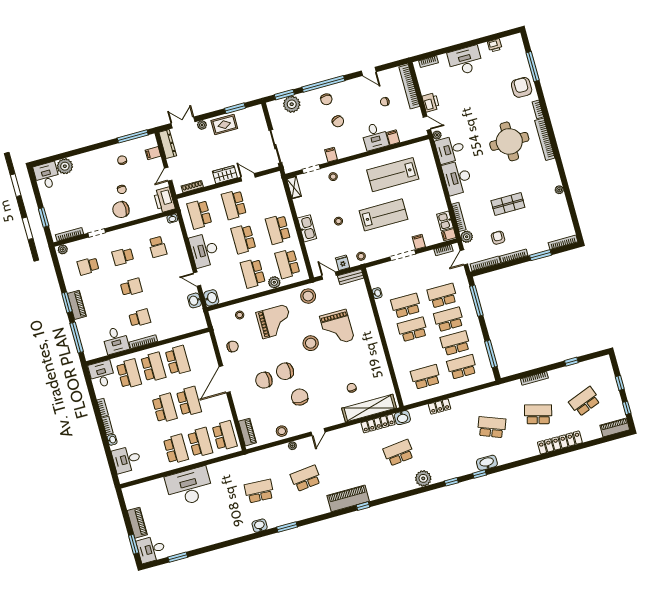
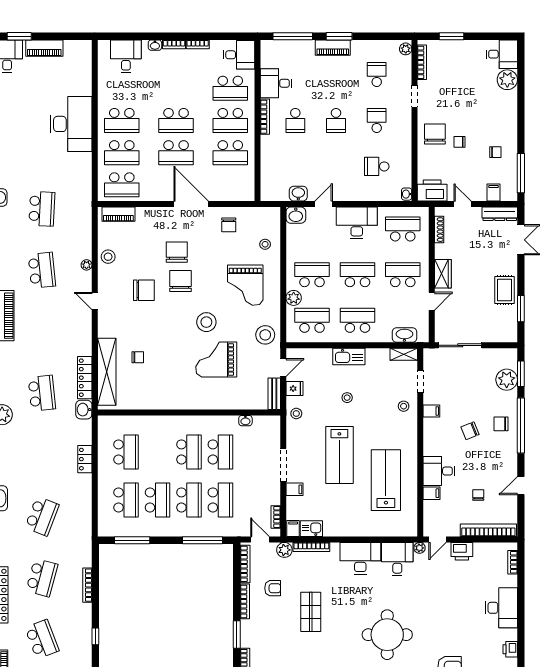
plant: (202, 125) -> (511, 262), removed
washbasin: (279, 191) -> (404, 335), added

